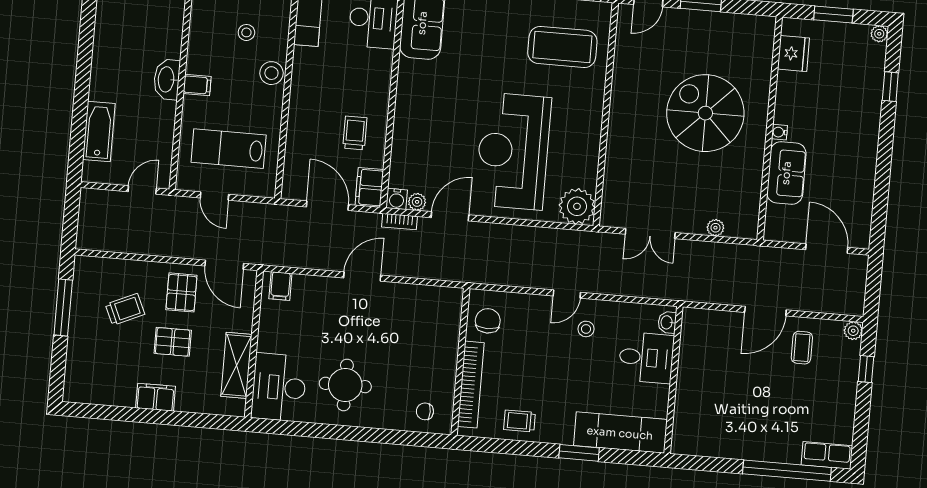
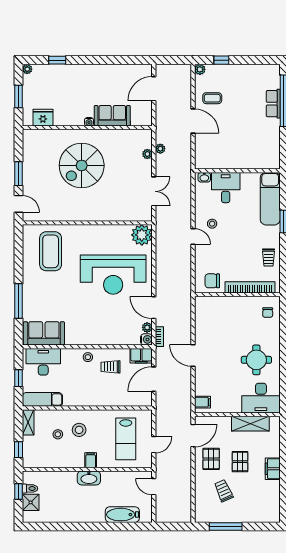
stool: (271, 73) -> (79, 430), moved
stool: (375, 96) -> (88, 357), added
plant: (723, 251) -> (160, 149), added
pallet: (181, 292) -> (211, 459), turned 90
row of seats: (827, 455) -> (273, 104), moved

